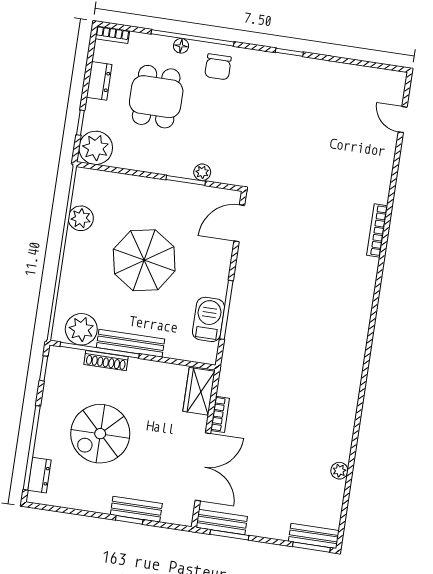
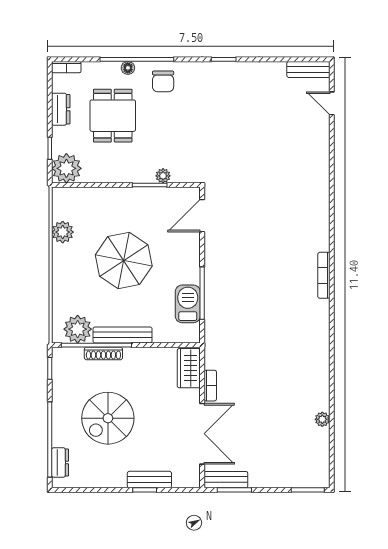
bookcase: (377, 230) -> (324, 275), moved
bench: (314, 536) -> (308, 69), moved

